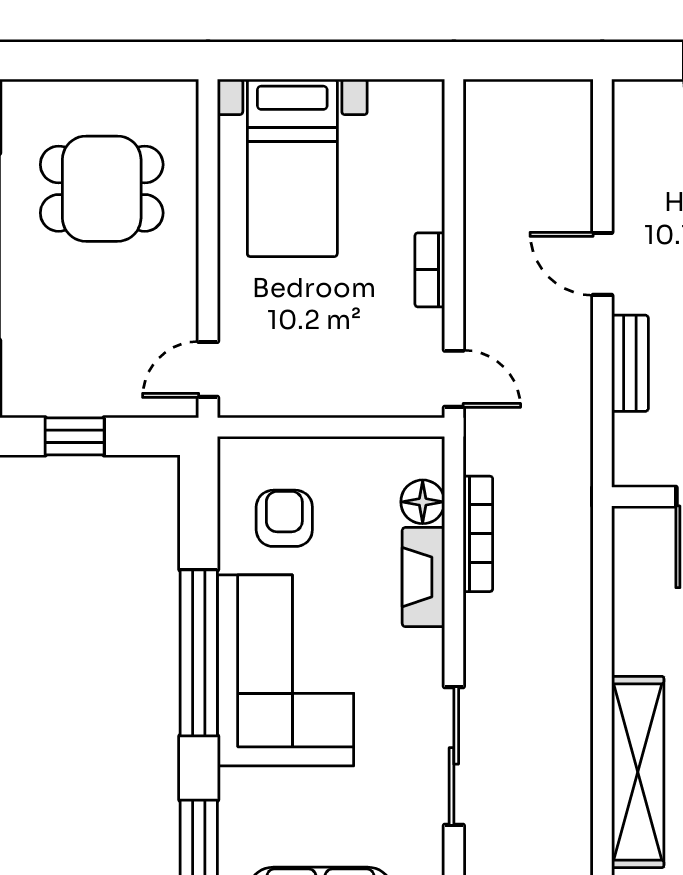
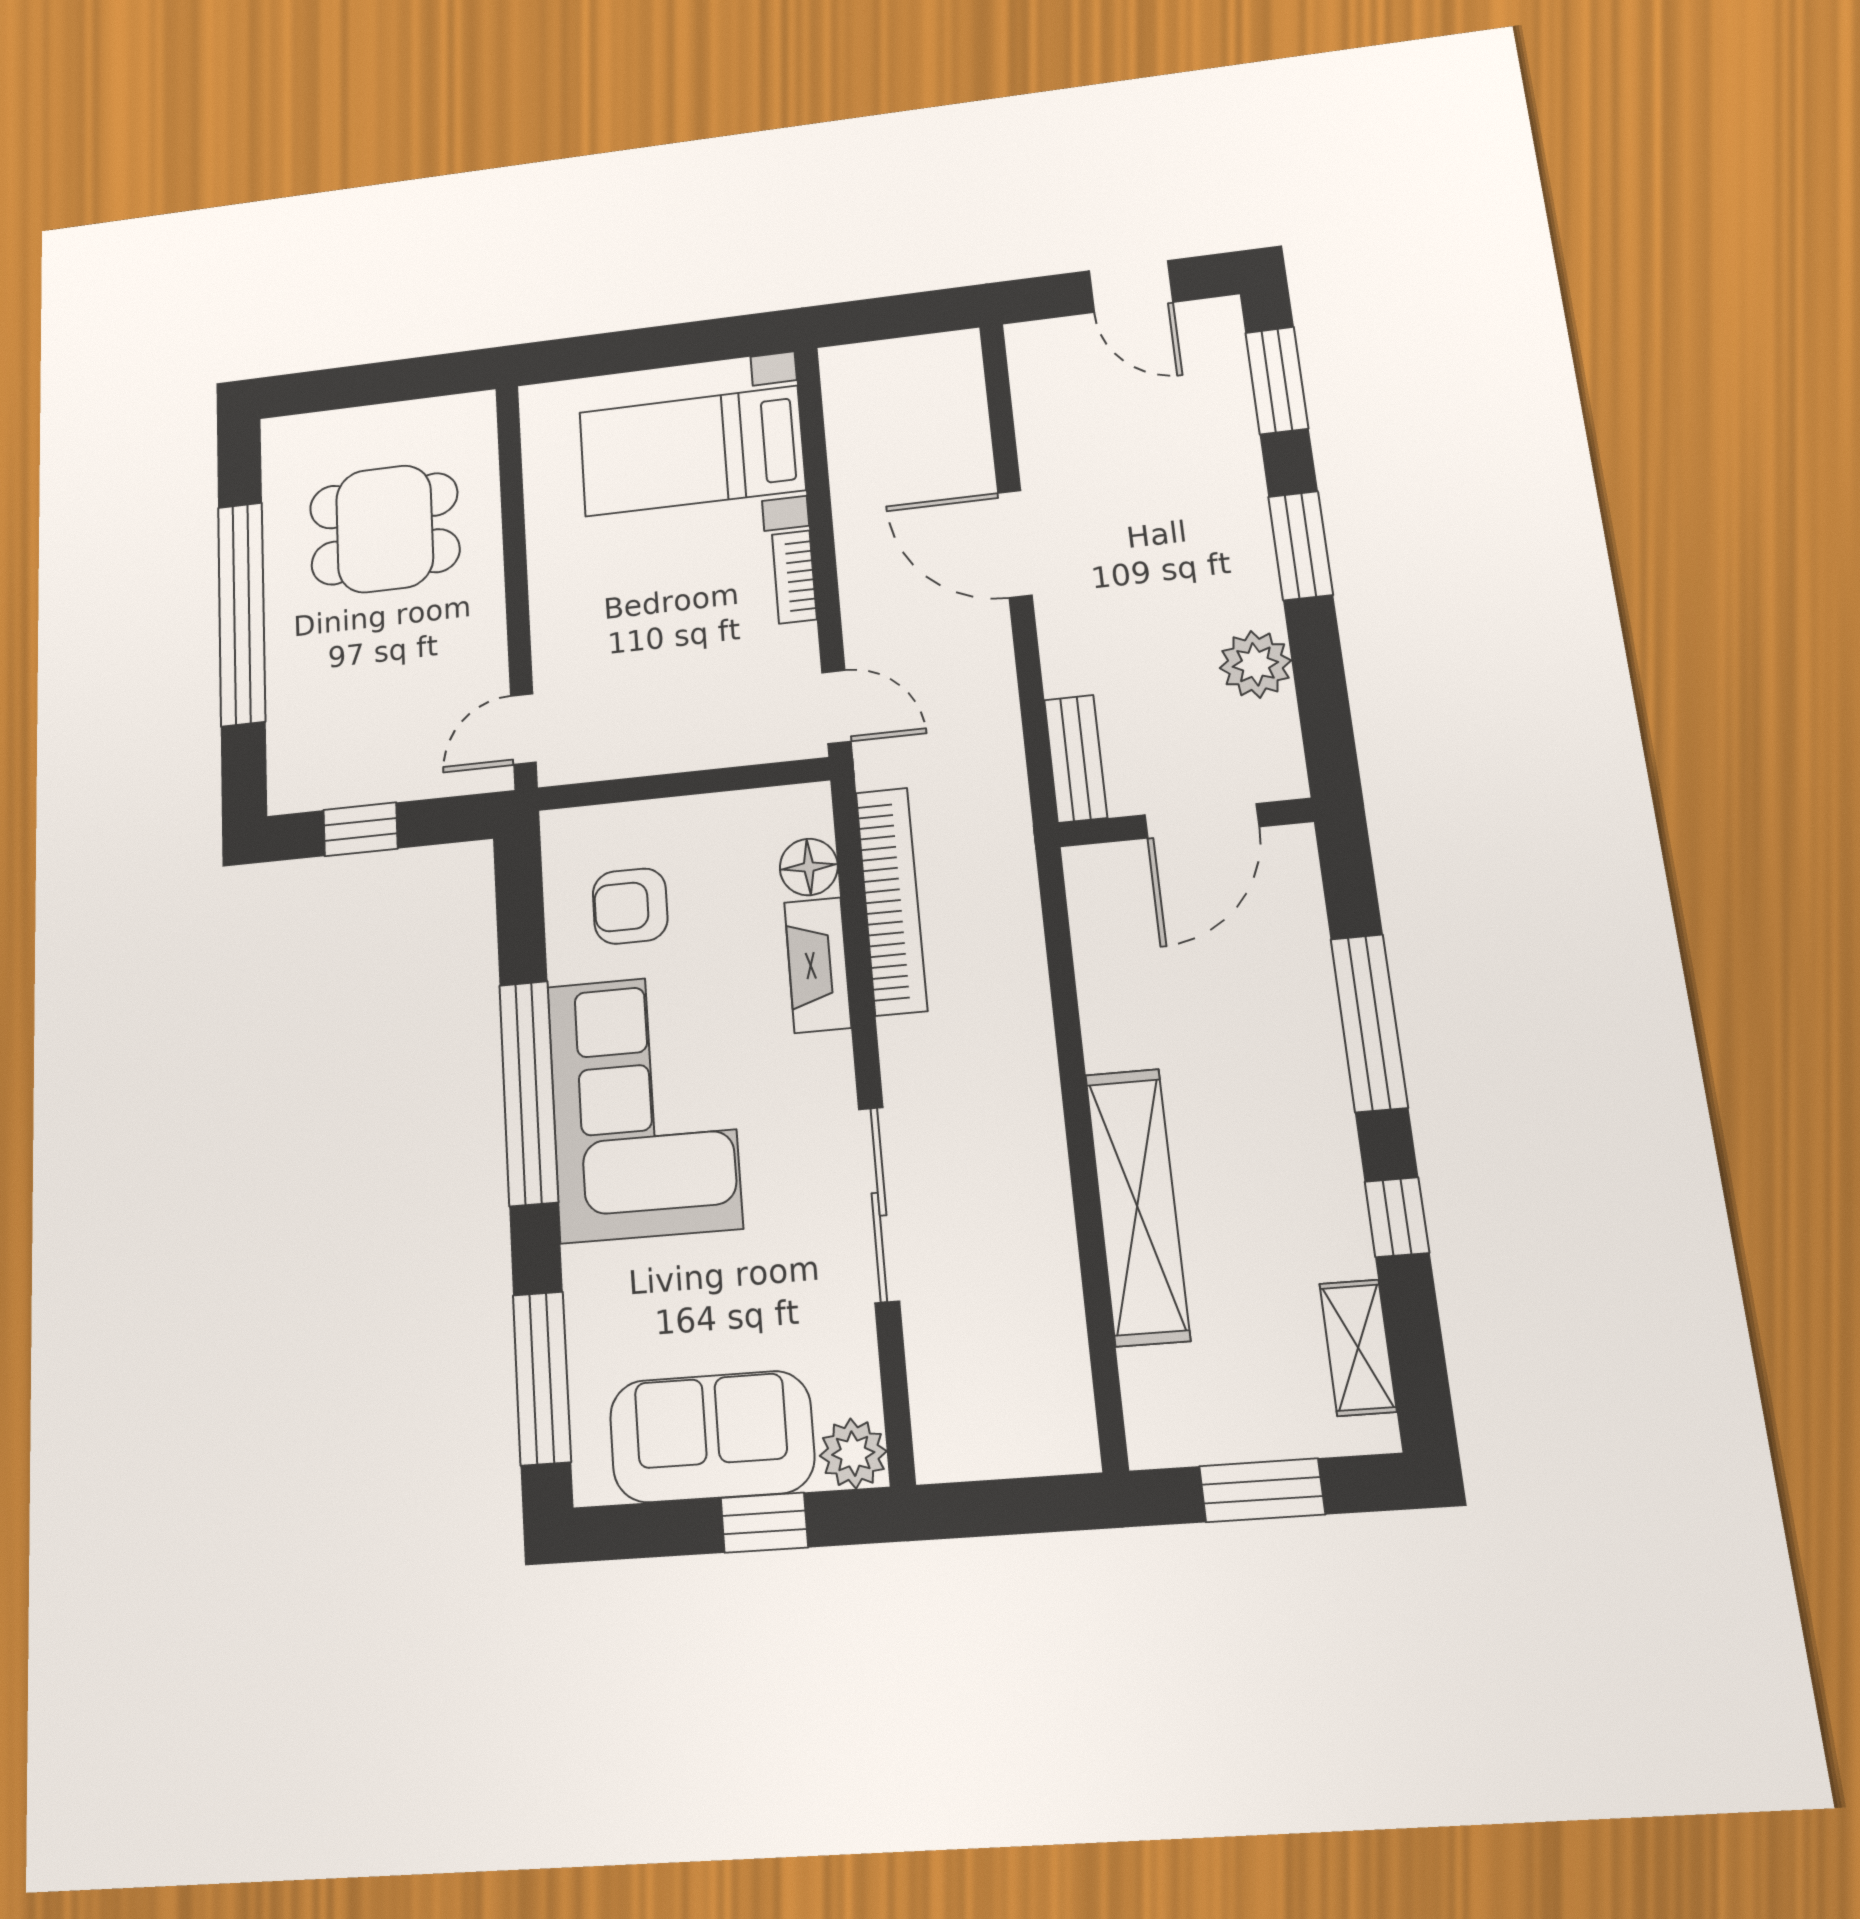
bed with nightstands: (292, 168) -> (692, 451), moved, turned 90
door: (602, 264) -> (1015, 544), width x1.38
bench: (630, 363) -> (1076, 759), moved
armchair: (284, 518) -> (630, 906), turned -90
bookcase: (478, 534) -> (891, 901), width x1.48, depth x1.31

